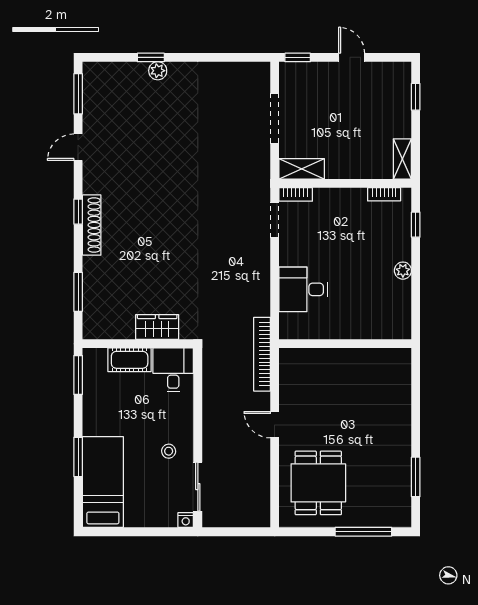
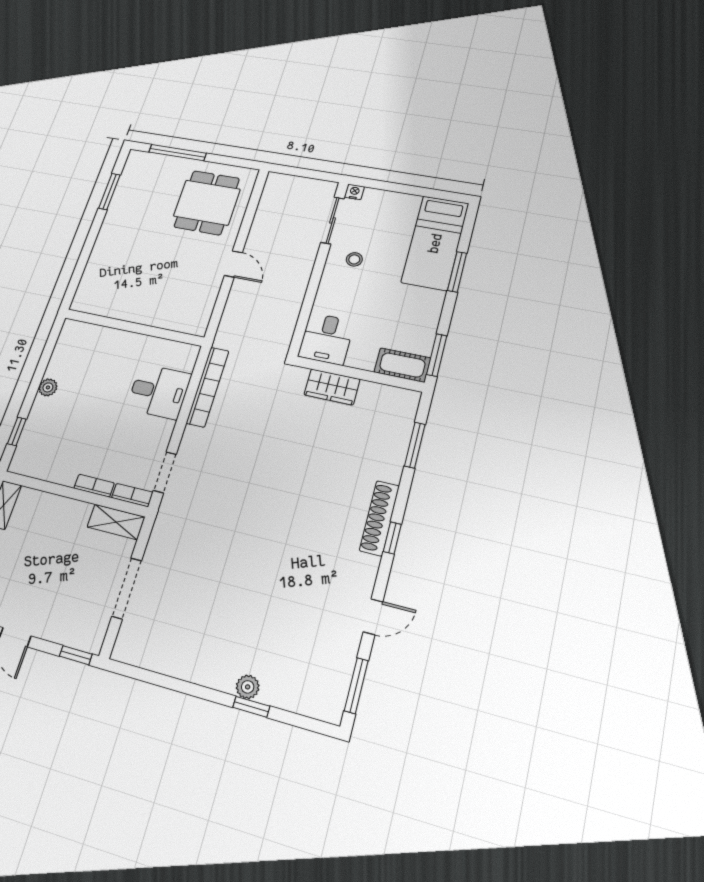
bookcase: (384, 194) -> (94, 486), moved
bookcase: (262, 354) -> (208, 387), moved
cot: (130, 360) -> (402, 365), moved

